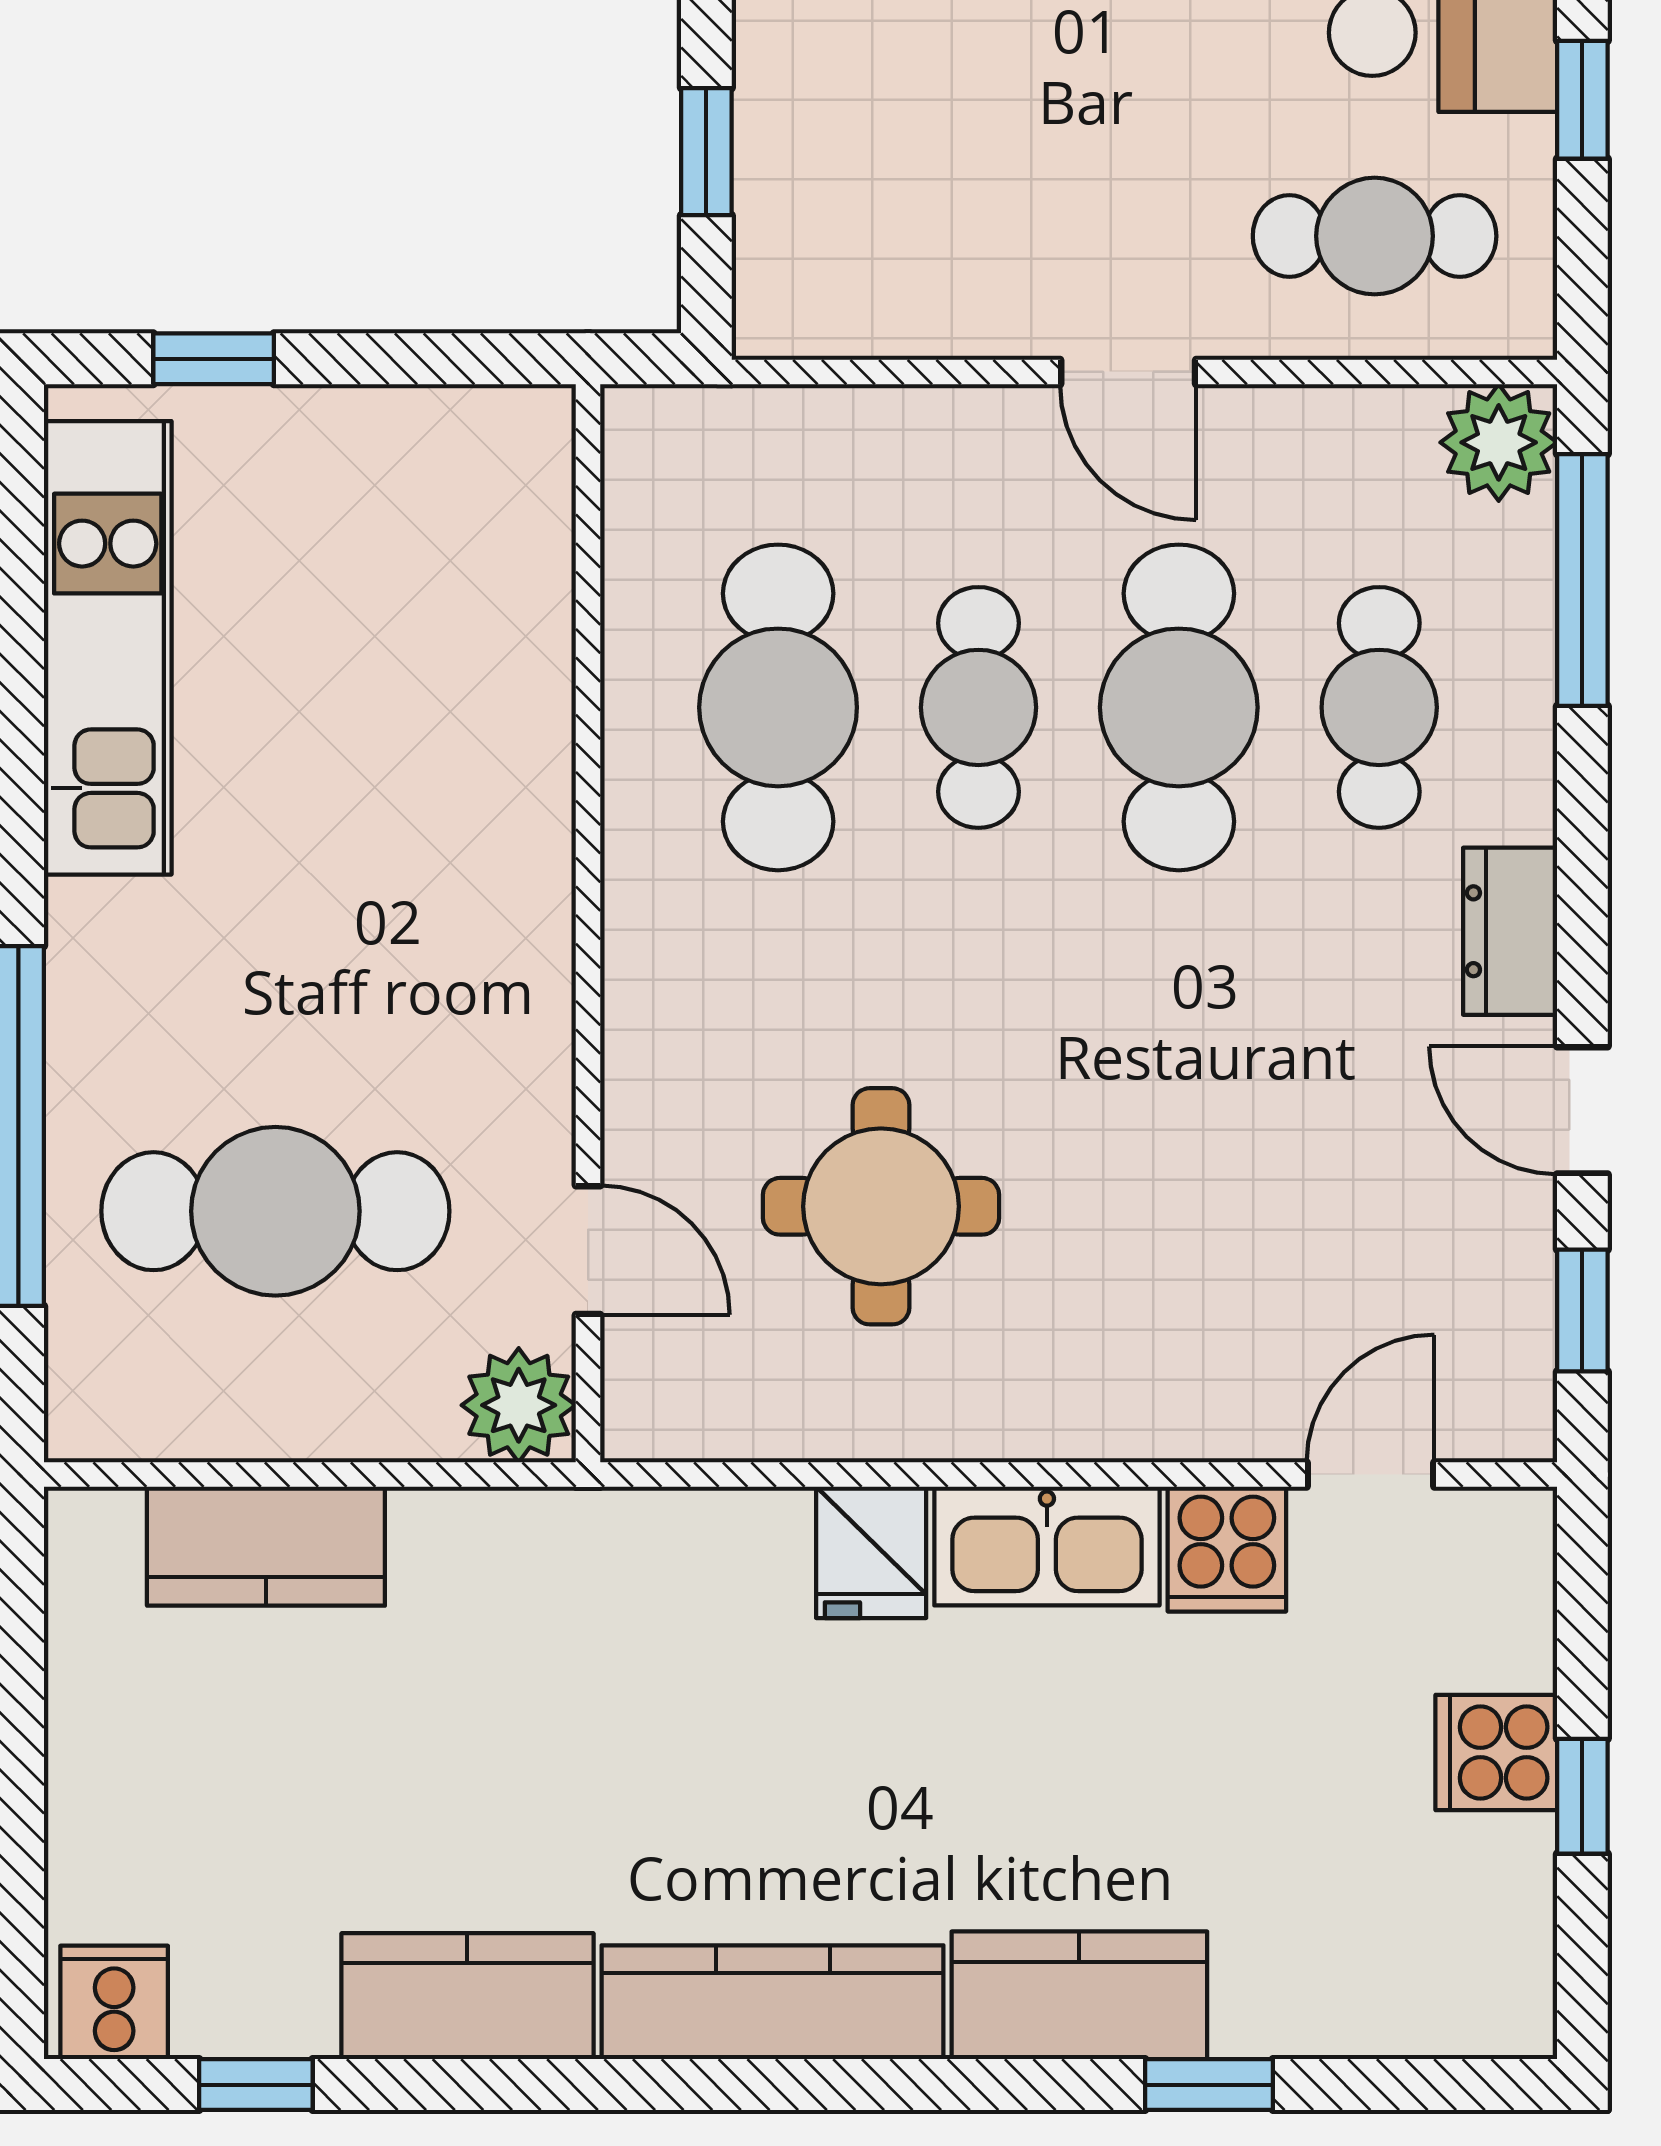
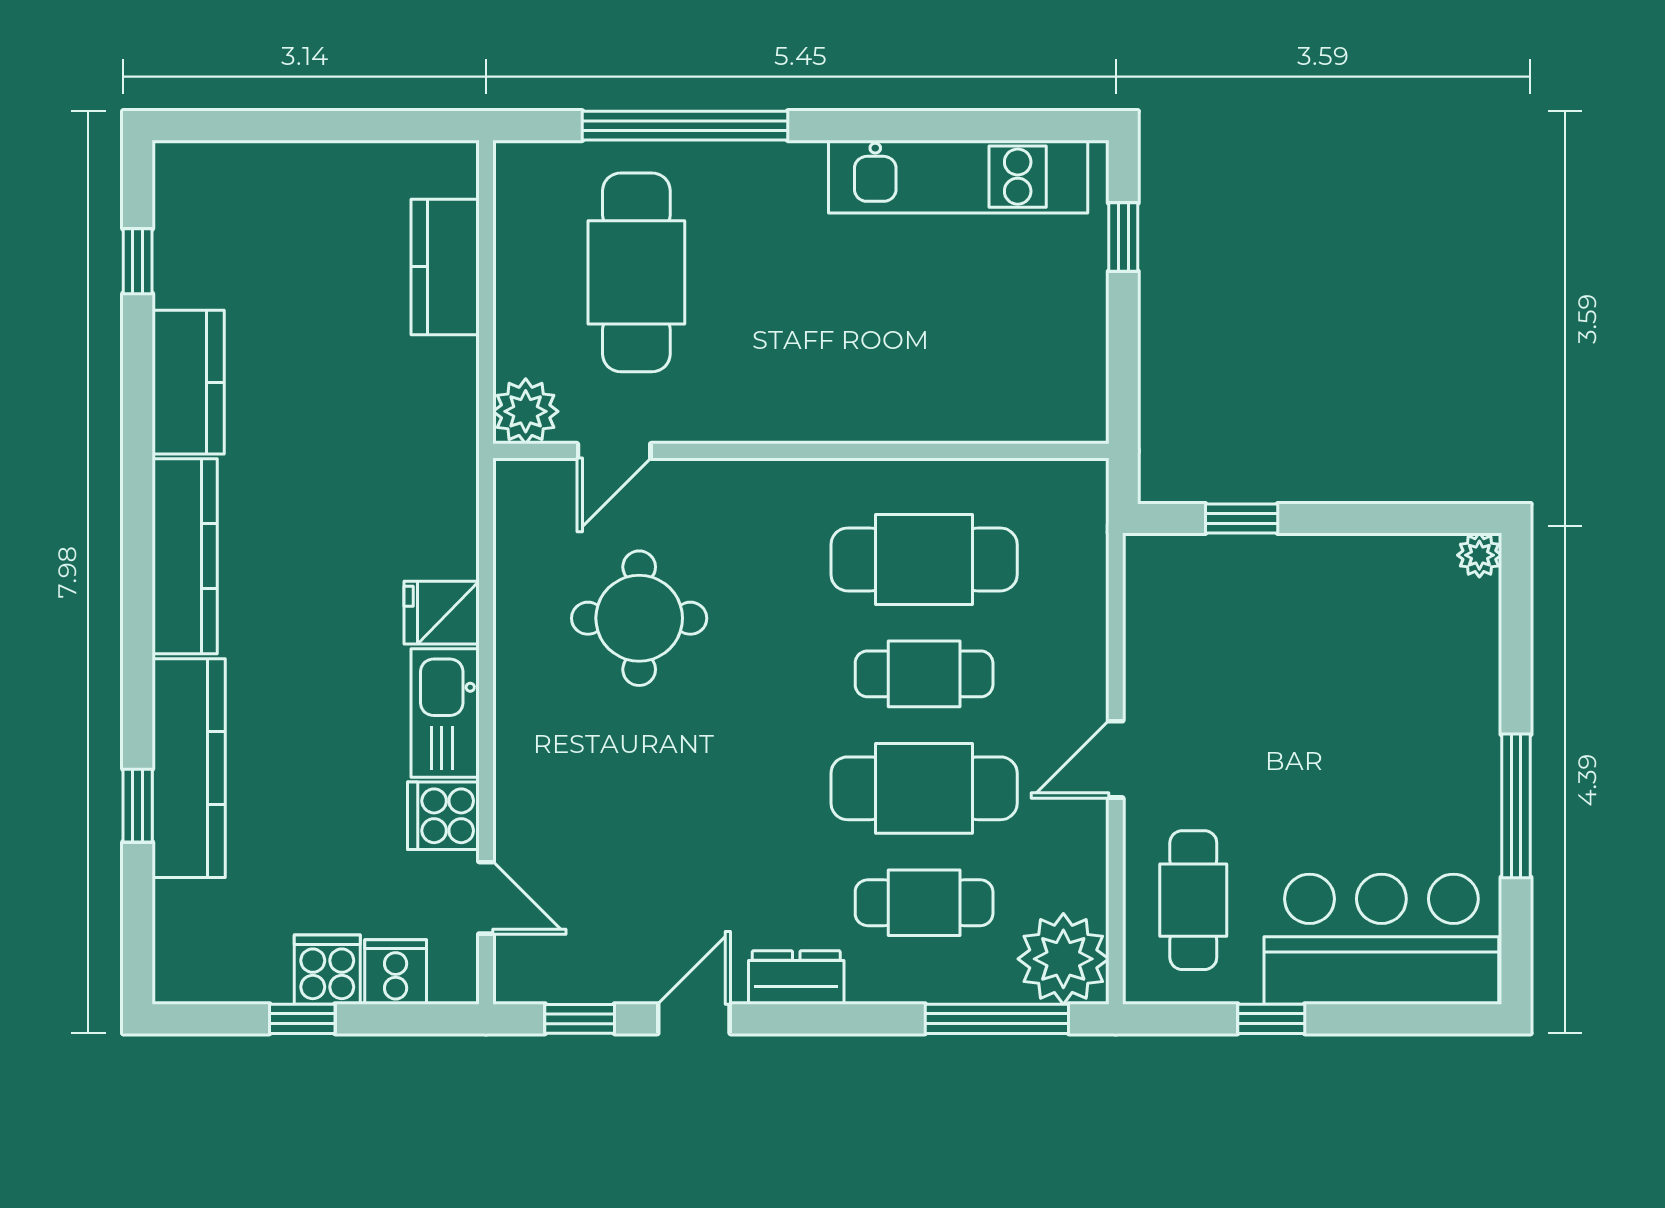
plant: (1499, 442) -> (1063, 959), width x1.36, depth x1.36
kitchen counter: (1079, 1995) -> (189, 768), width x1.50
cooker: (114, 2002) -> (396, 972), moved, turned -90

